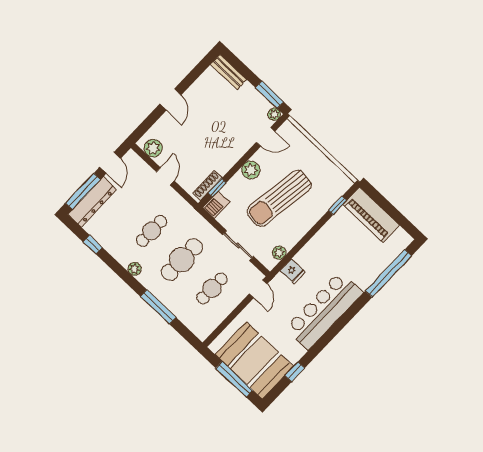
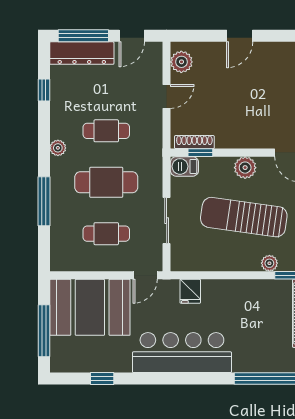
plant: (279, 253) -> (269, 263), moved
booth: (254, 360) -> (90, 307), moved, turned 90

